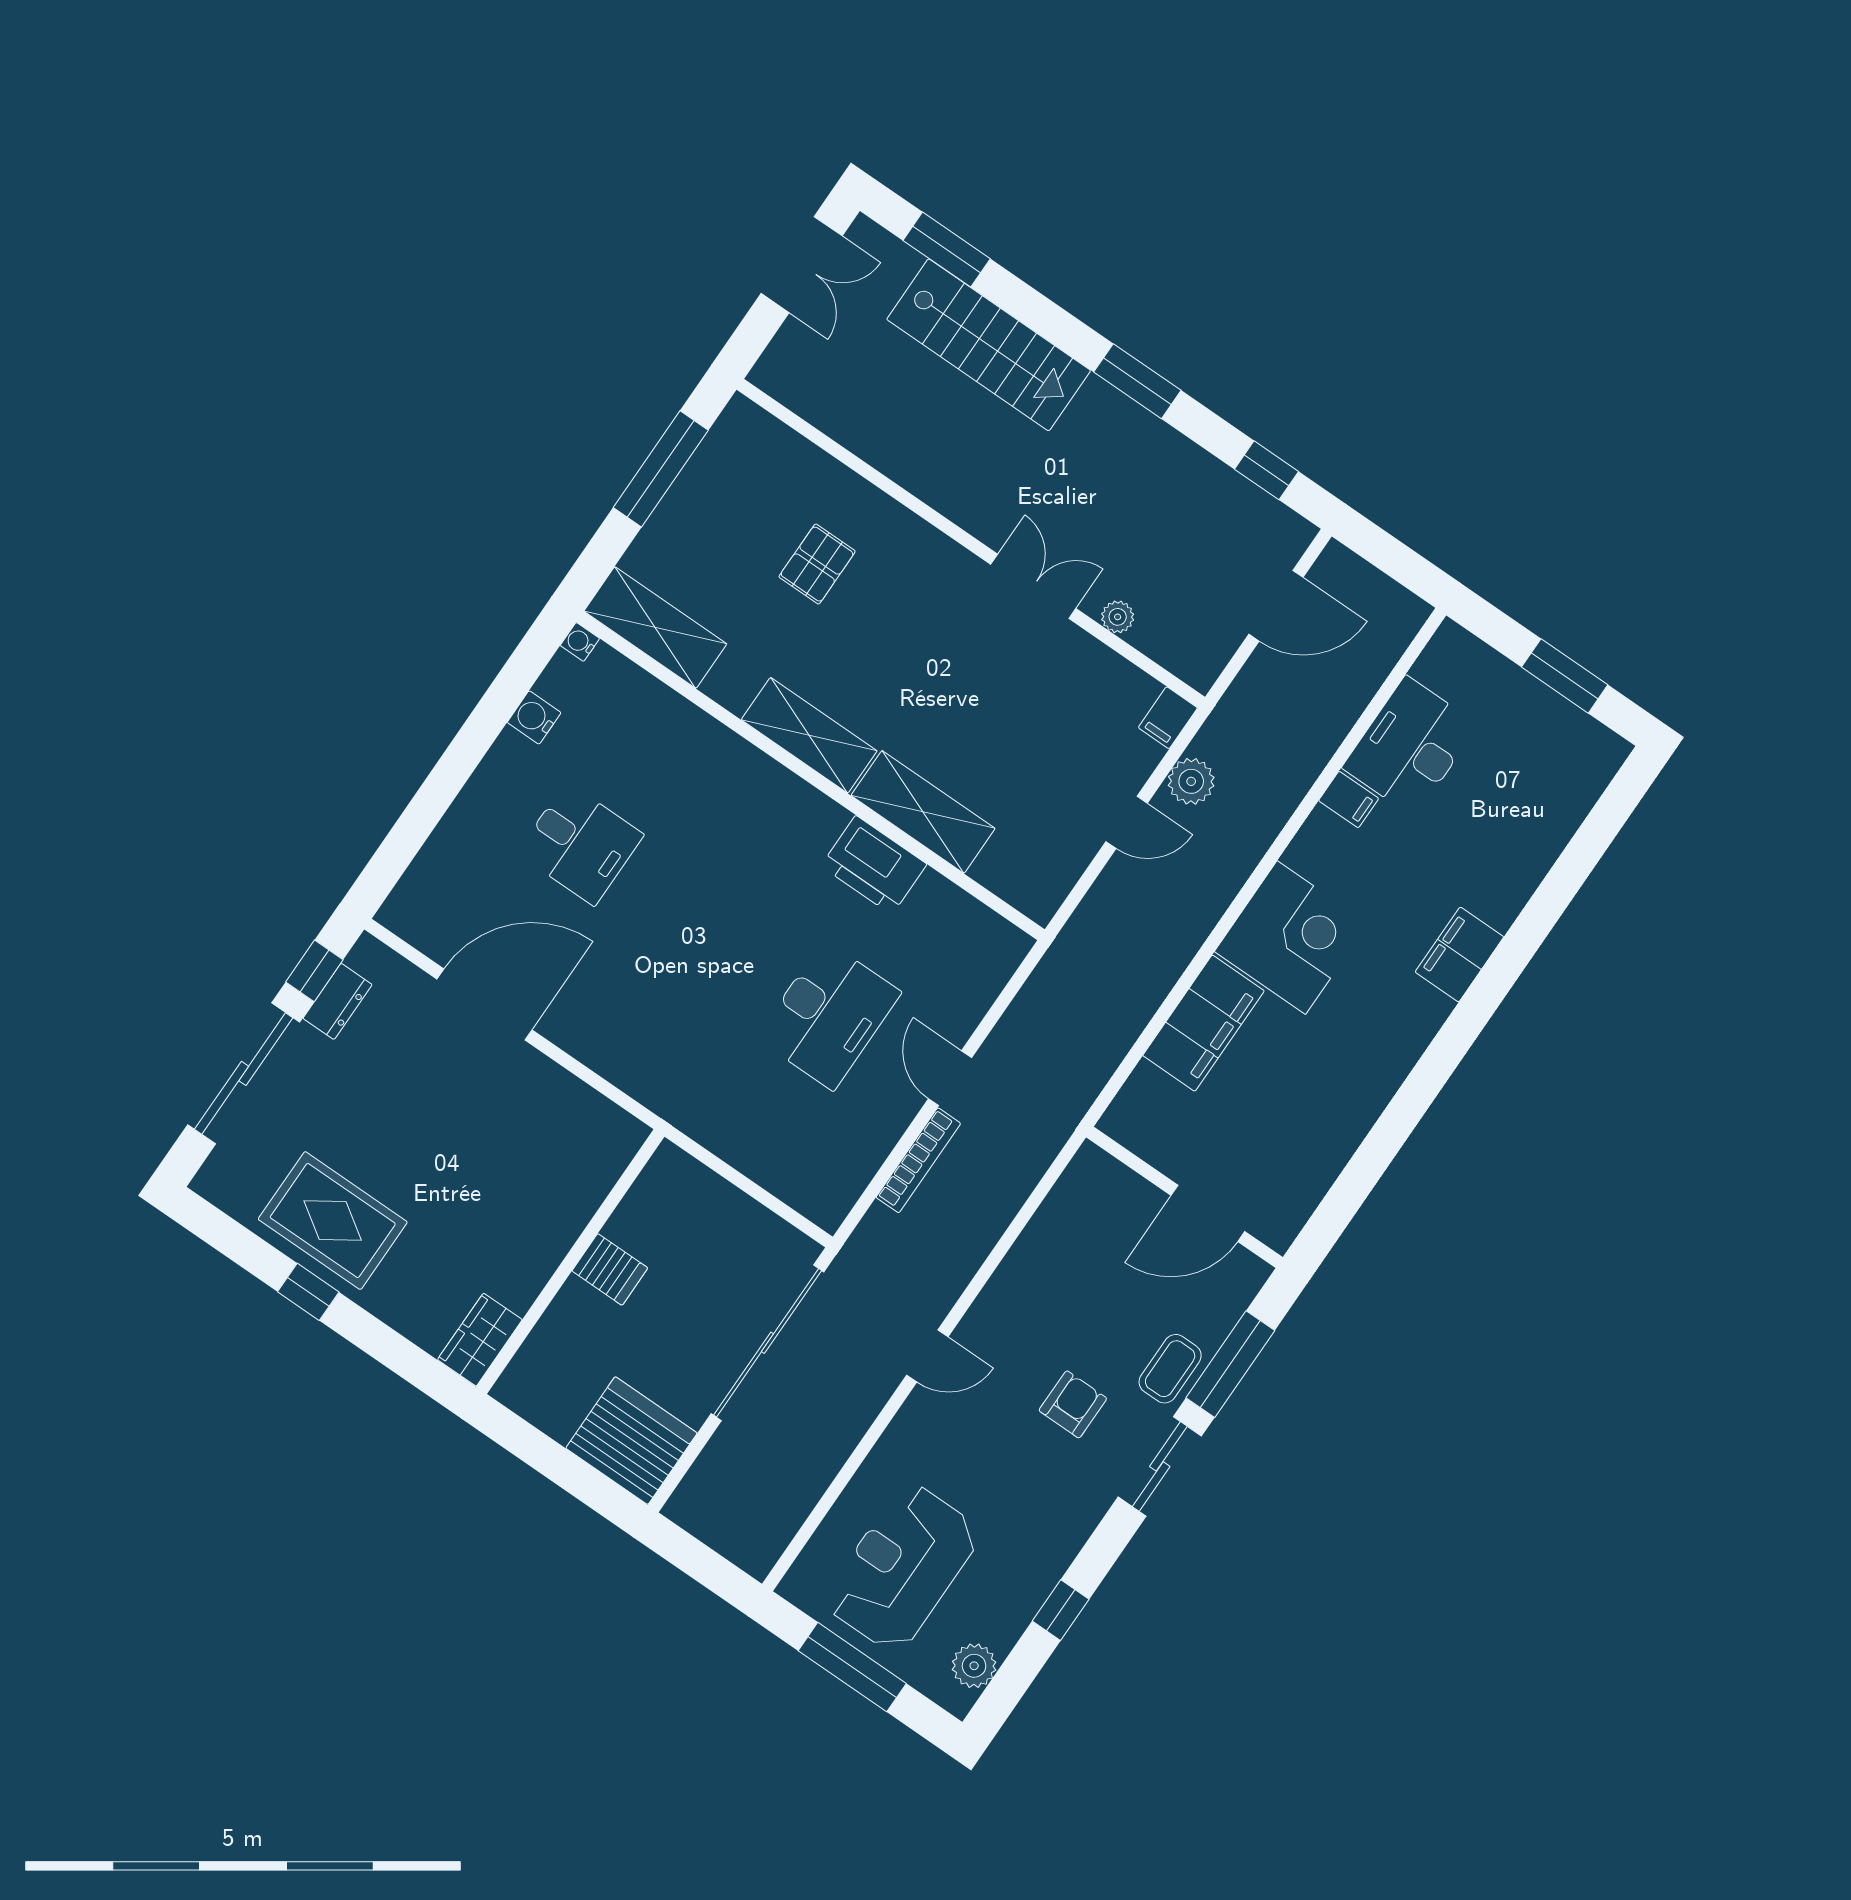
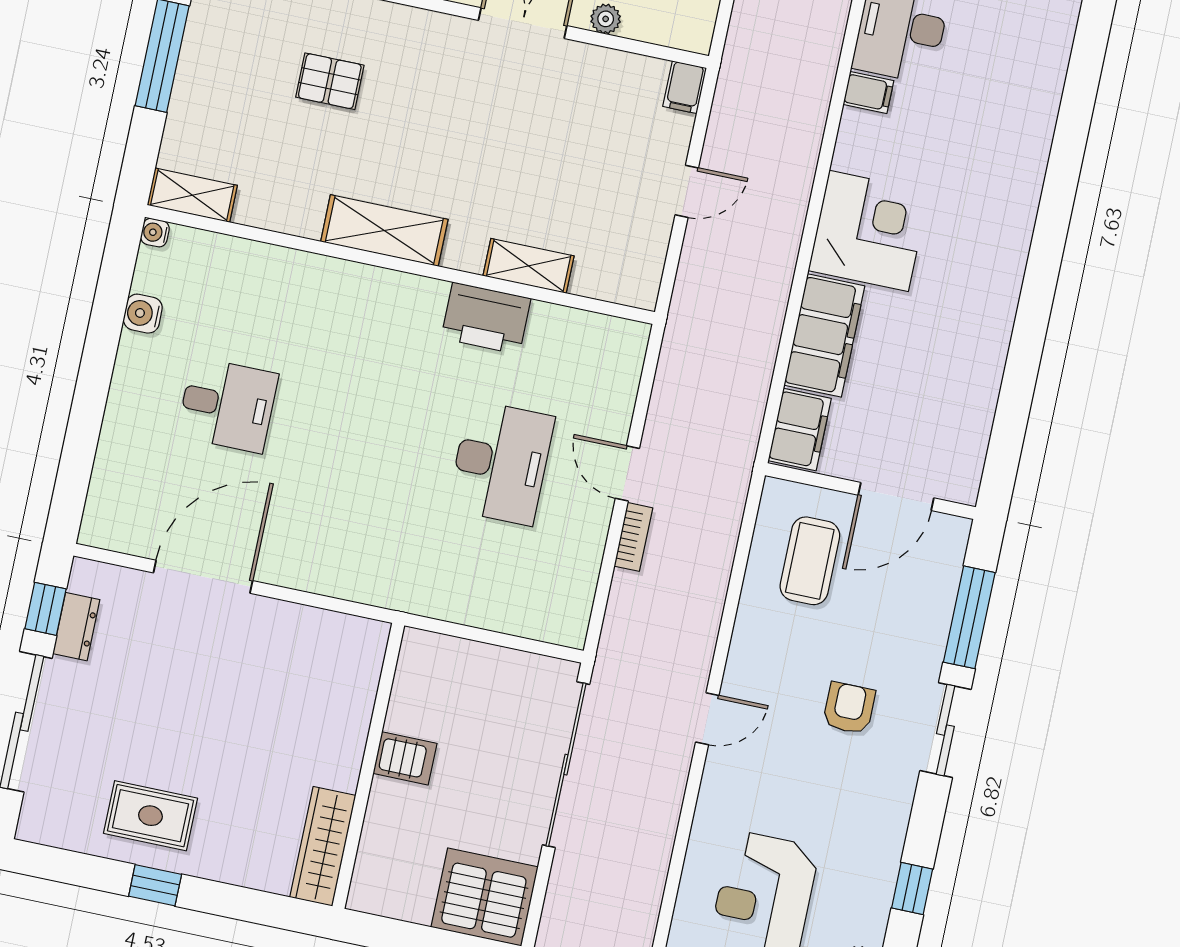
pallet: (817, 564) -> (330, 81), turned 90
shelving: (655, 628) -> (192, 195), width x0.67, depth x0.75
plant: (1191, 781) -> (727, 133), removed
shelving: (923, 812) -> (529, 266), width x0.67, depth x0.75
filing cabinet: (1459, 955) -> (800, 430), moved, turned 180
bookcase: (918, 1160) -> (633, 537), width x0.64
rug: (333, 1221) -> (150, 816), width x0.73, depth x0.70
wardrobe: (480, 1340) -> (323, 846), width x1.50
coffee table: (1170, 1369) -> (810, 561), moved, width x1.36, depth x1.30

